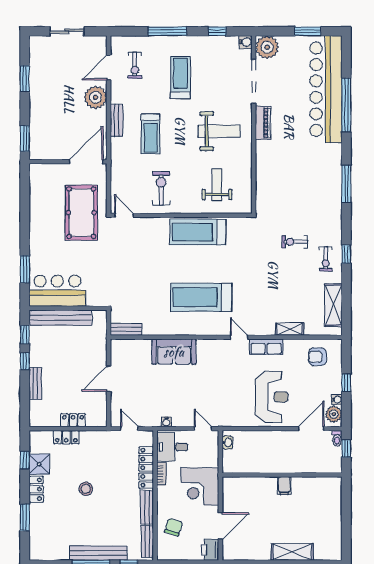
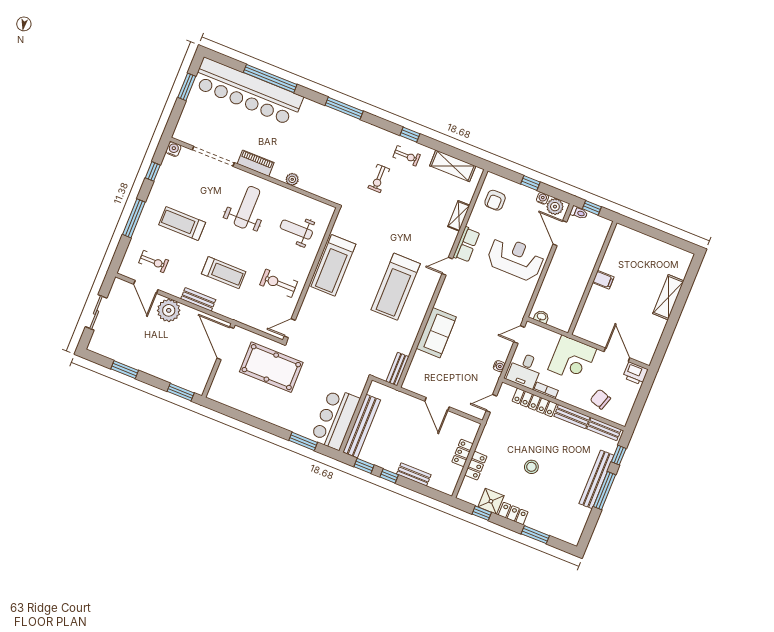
plant: (267, 47) -> (292, 179), moved, width x0.53, depth x0.53

